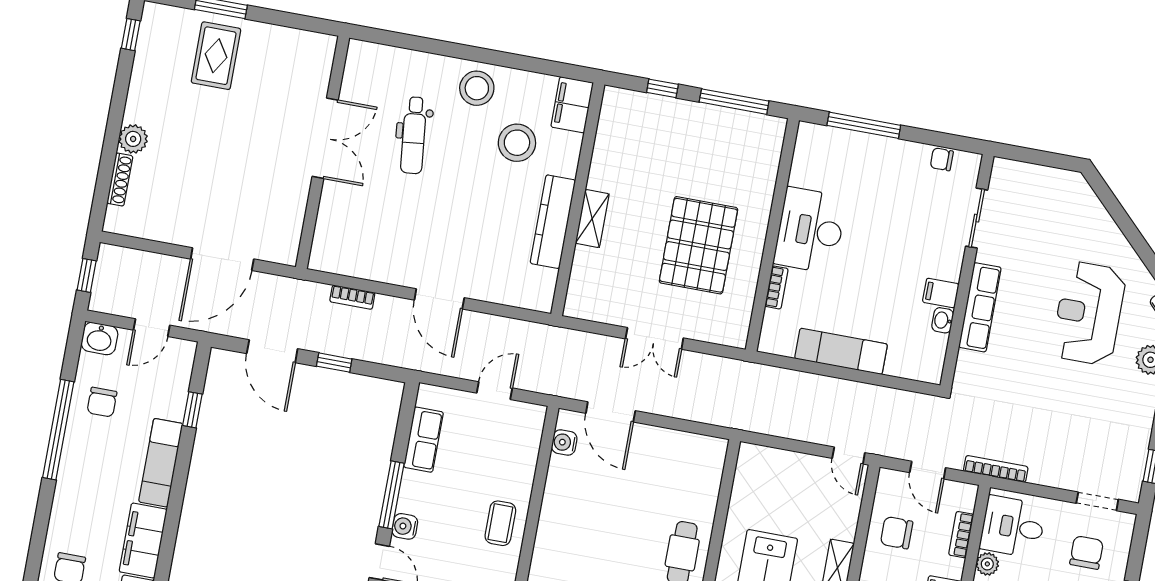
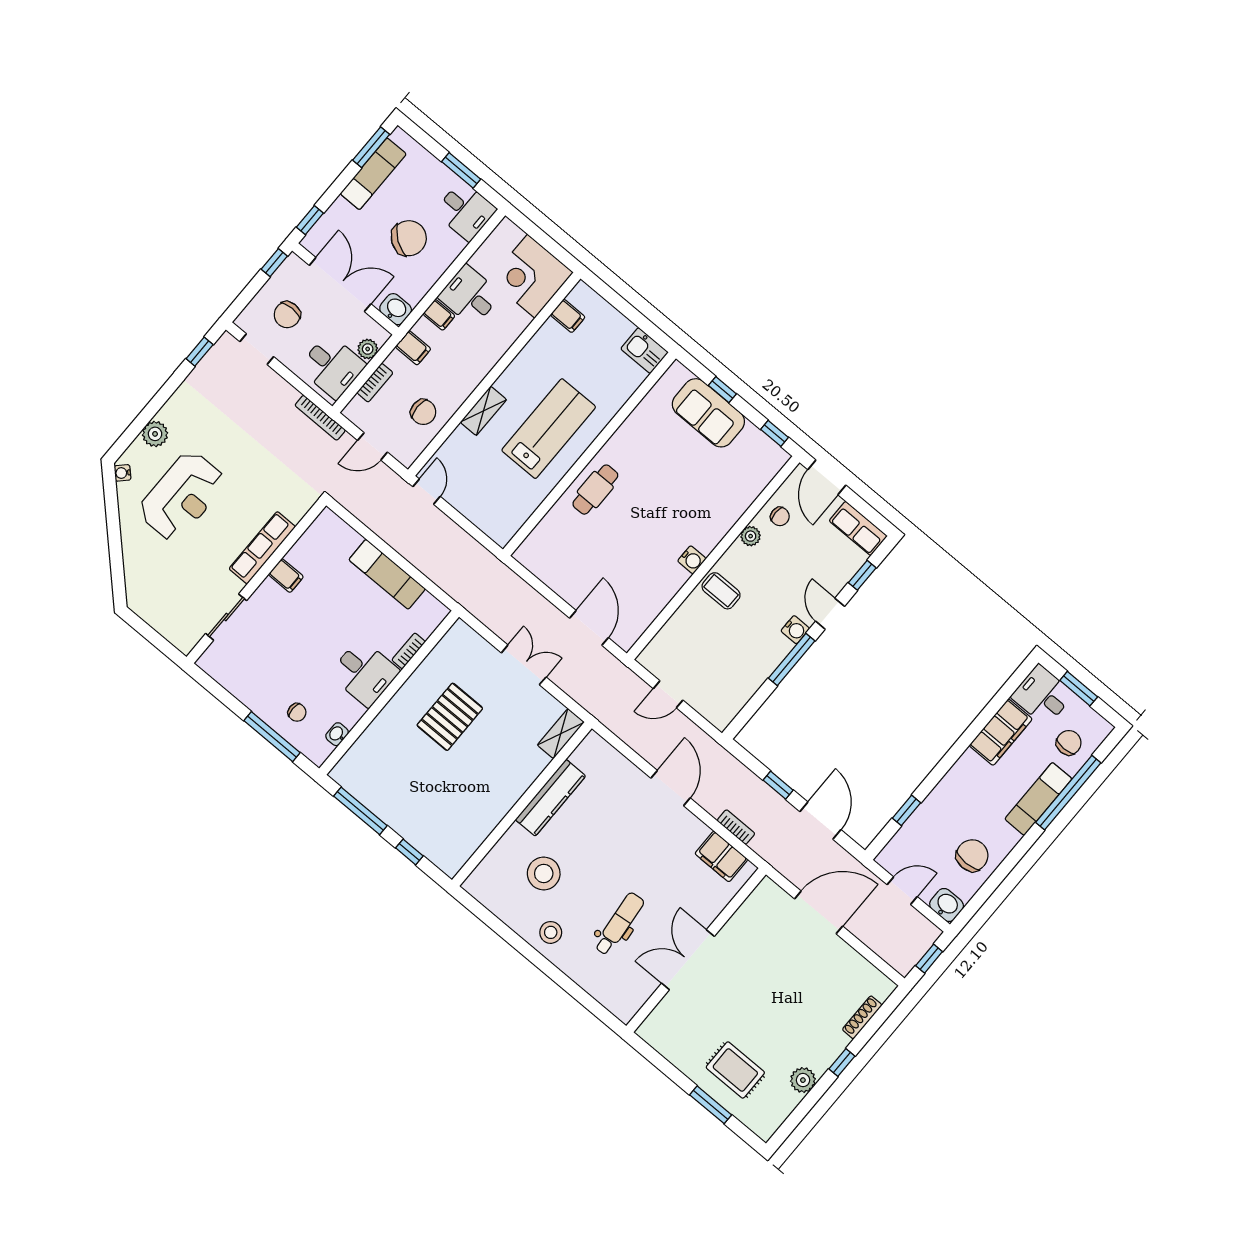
window: (131, 35) -> (842, 1063), moved
rug: (216, 56) -> (735, 1070), turned 90
stool: (477, 88) -> (551, 932), width x0.73, depth x0.73
filing cabinet: (572, 105) -> (721, 857), moved, turned 90
plant: (133, 139) -> (803, 1080), moved
chair: (942, 159) -> (297, 712), moved
shelving: (592, 218) -> (561, 734), moved
desk: (810, 230) -> (364, 673), width x0.73
pallet: (698, 245) -> (450, 717), width x0.73, depth x0.71
washbasin: (943, 320) -> (337, 734), moved, turned 180
chair: (102, 402) -> (972, 855), width x1.37, depth x1.37
window: (58, 430) -> (1068, 793), moved
row of seats: (423, 440) -> (743, 688), removed
water cooler: (564, 442) -> (692, 560), moved
exam couch: (161, 463) -> (1038, 799), moved, turned 180
door: (928, 470) -> (373, 446), swing flipped
coffee table: (500, 523) -> (721, 591), turned 90

